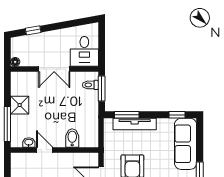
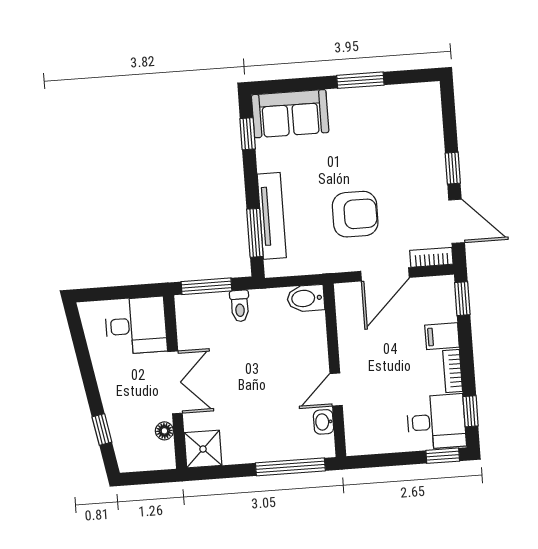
floor lamp: (15, 62) -> (164, 431), moved
toilet: (90, 85) -> (240, 306), moved
shower: (20, 105) -> (203, 449), moved
bidet: (72, 138) -> (306, 298), moved
sofa: (186, 144) -> (290, 114), width x0.73

